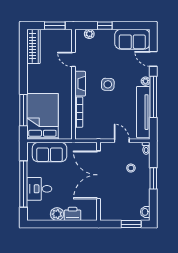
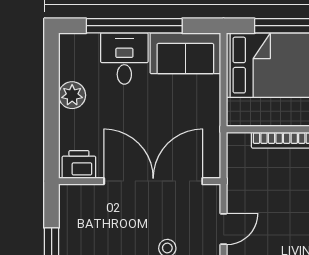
sofa: (50, 152) -> (185, 53), moved, turned -90
printer: (73, 214) -> (79, 164), moved, turned -90

